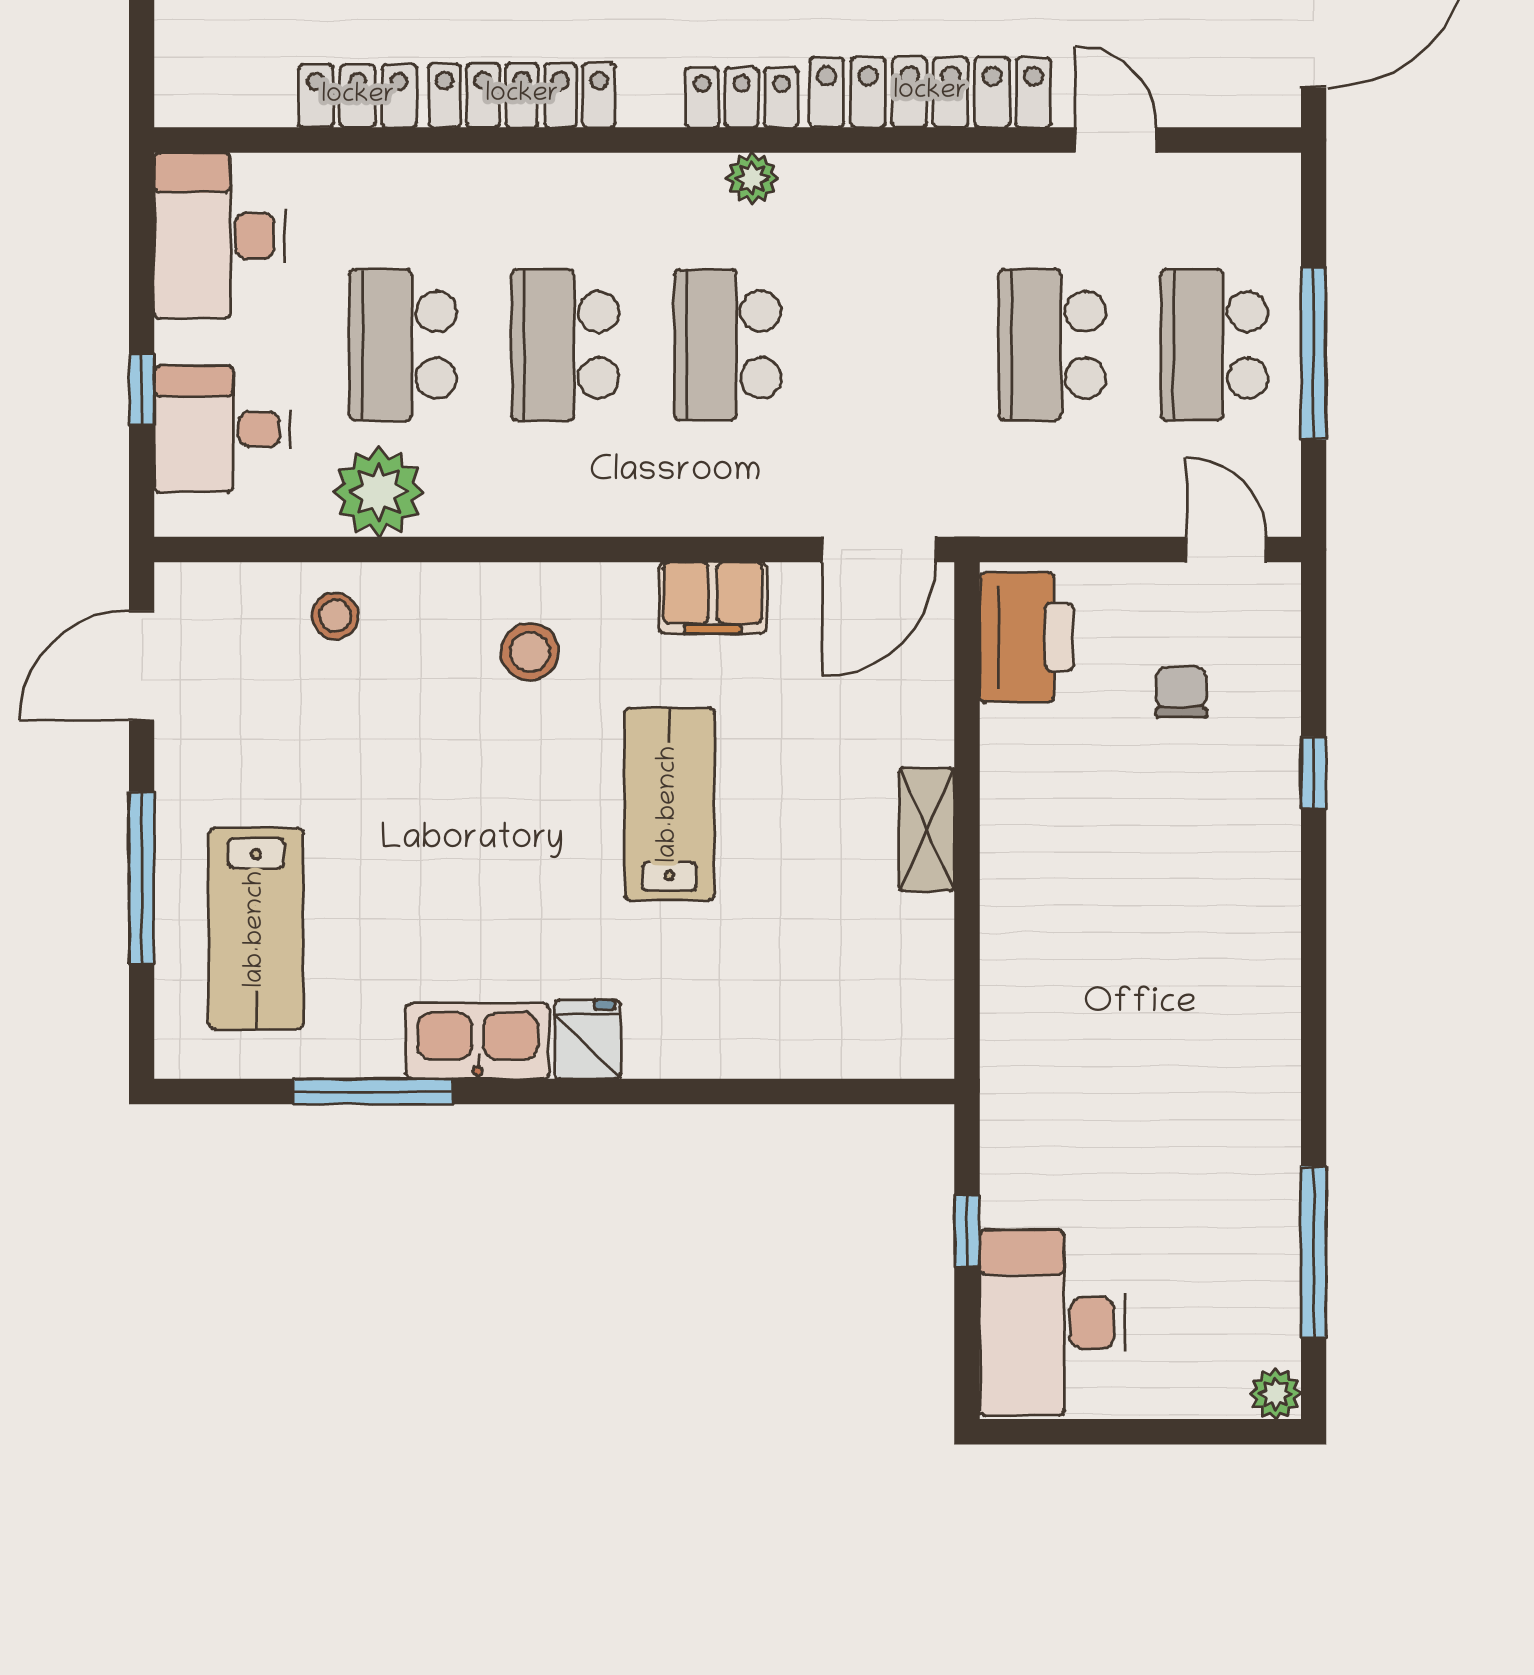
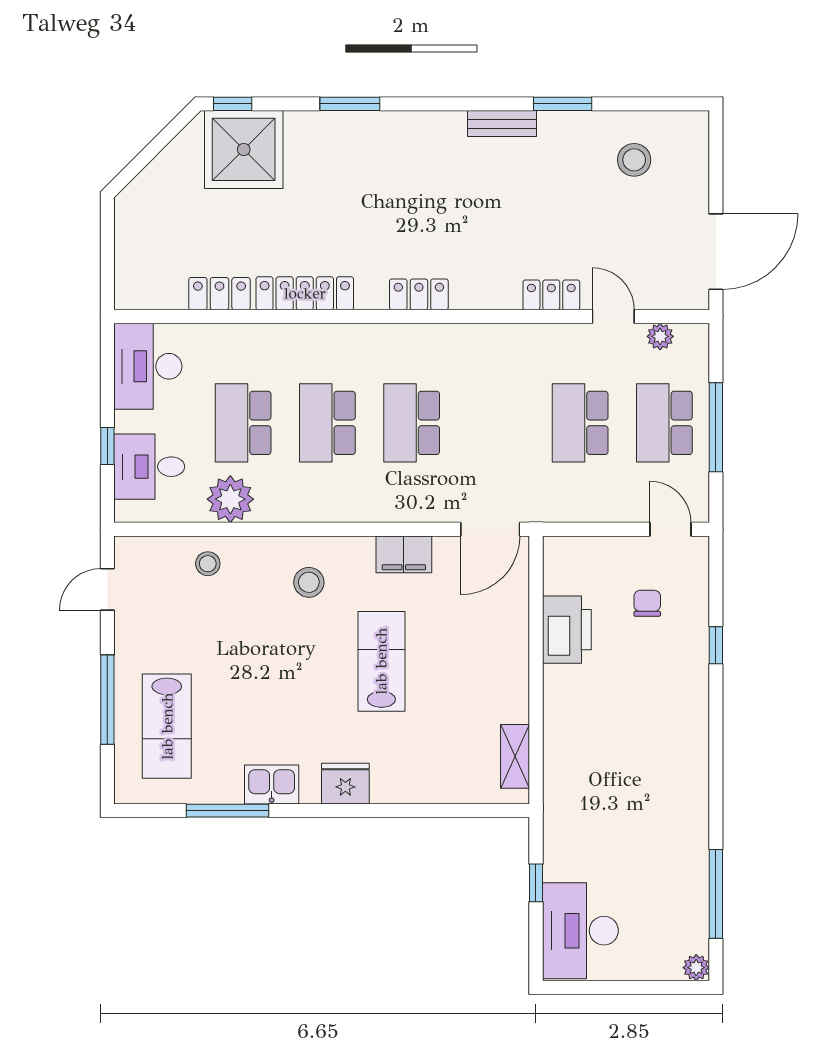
locker: (930, 92) -> (551, 295), width x0.46, depth x0.83
plant: (752, 178) -> (660, 336), moved
printer: (1026, 637) -> (567, 630), moved
door: (142, 666) -> (107, 589), width x0.73
shelving: (927, 829) -> (515, 756), moved
fridge: (587, 1039) -> (345, 784), width x1.38
kitchen sink: (478, 1041) -> (272, 784), width x0.73

